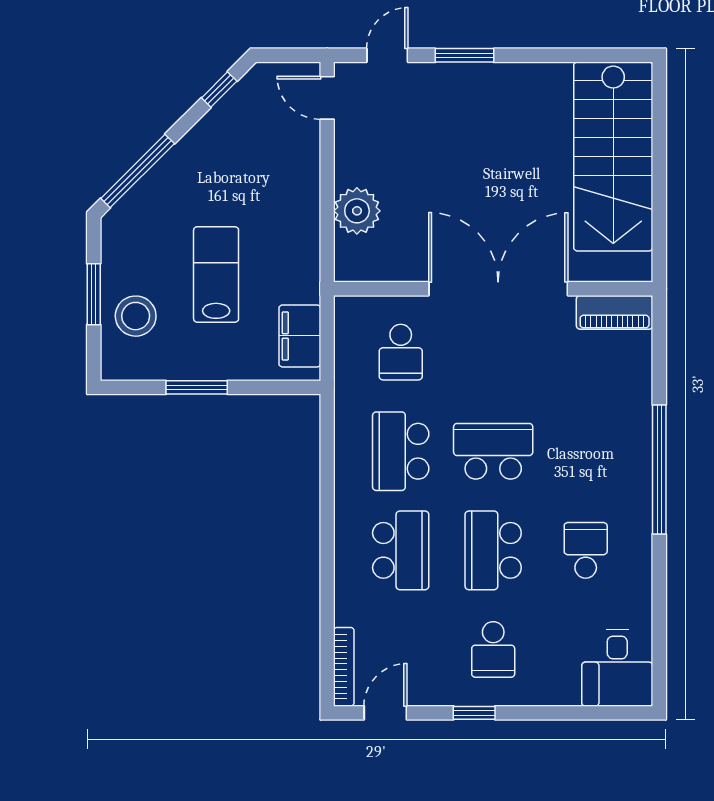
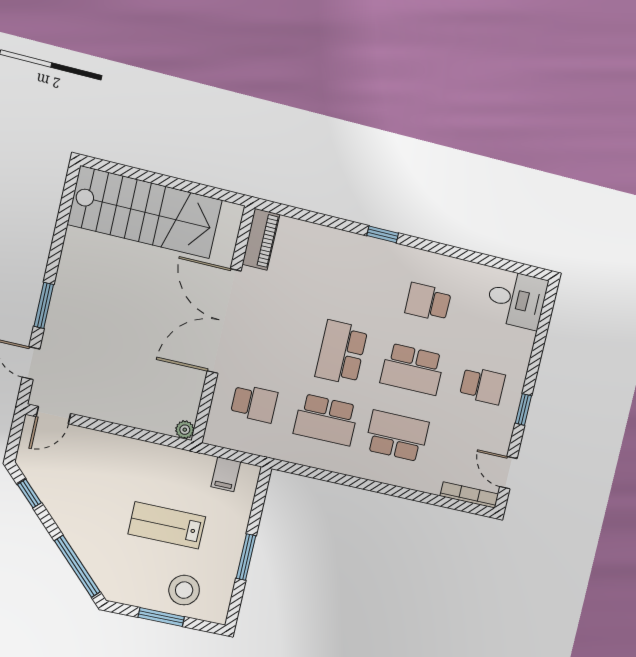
plant: (357, 211) -> (185, 430), moved, width x0.53, depth x0.53
filing cabinet: (300, 336) -> (226, 474), width x0.50
window: (659, 469) -> (383, 234), width x0.32

